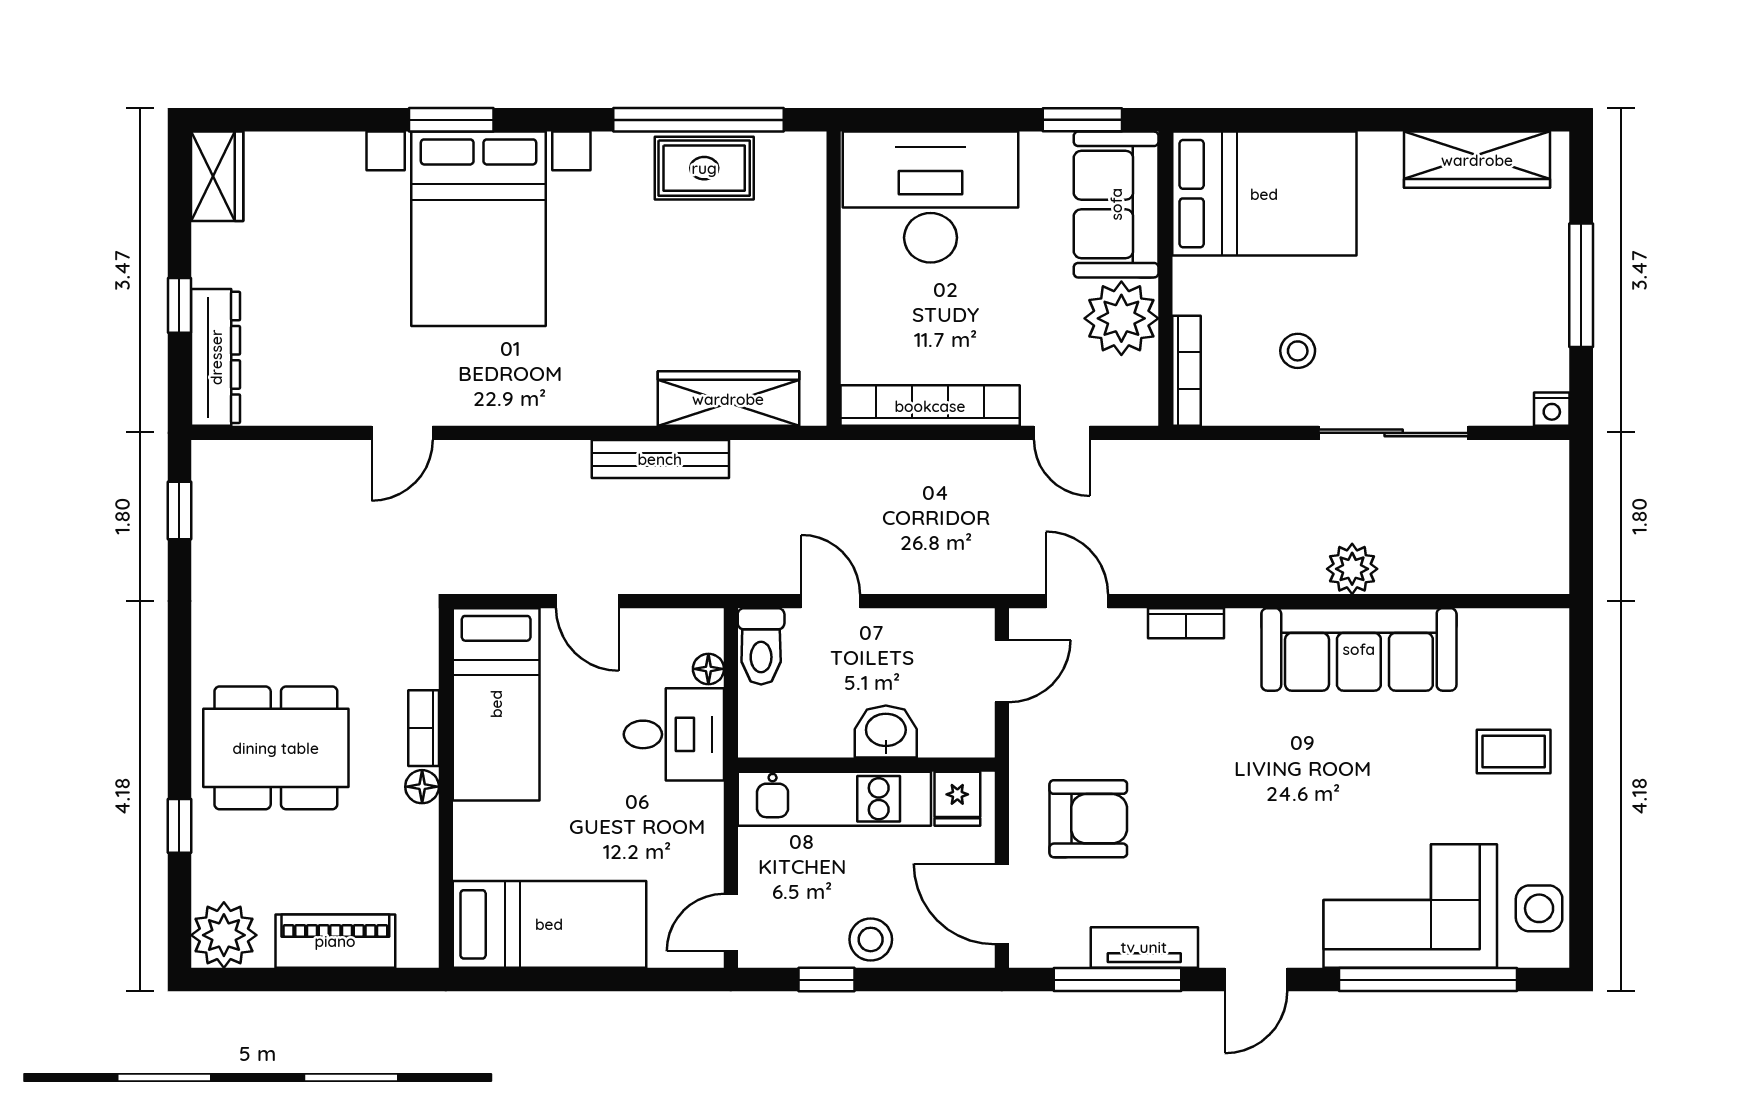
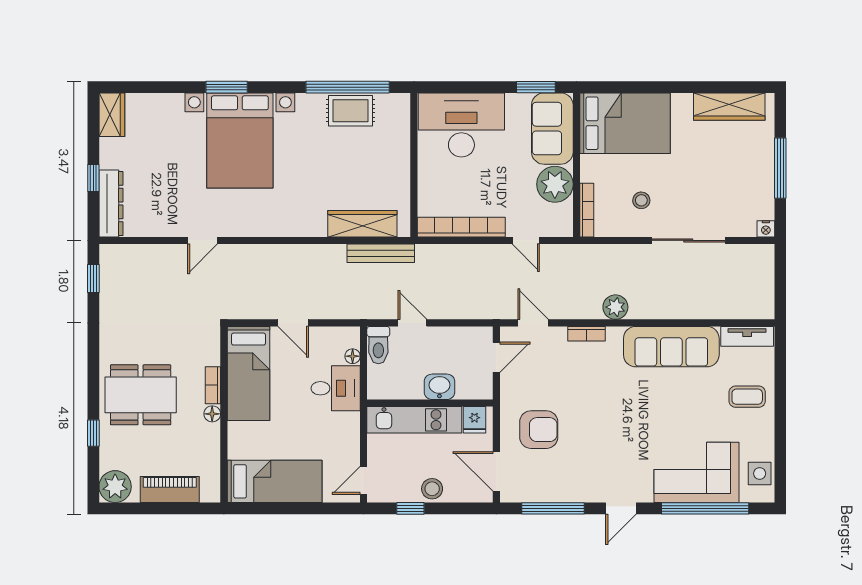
bench: (660, 459) -> (381, 253), moved
plant: (1352, 569) -> (615, 307), moved
tv unit: (1144, 947) -> (747, 336), moved, turned 180

